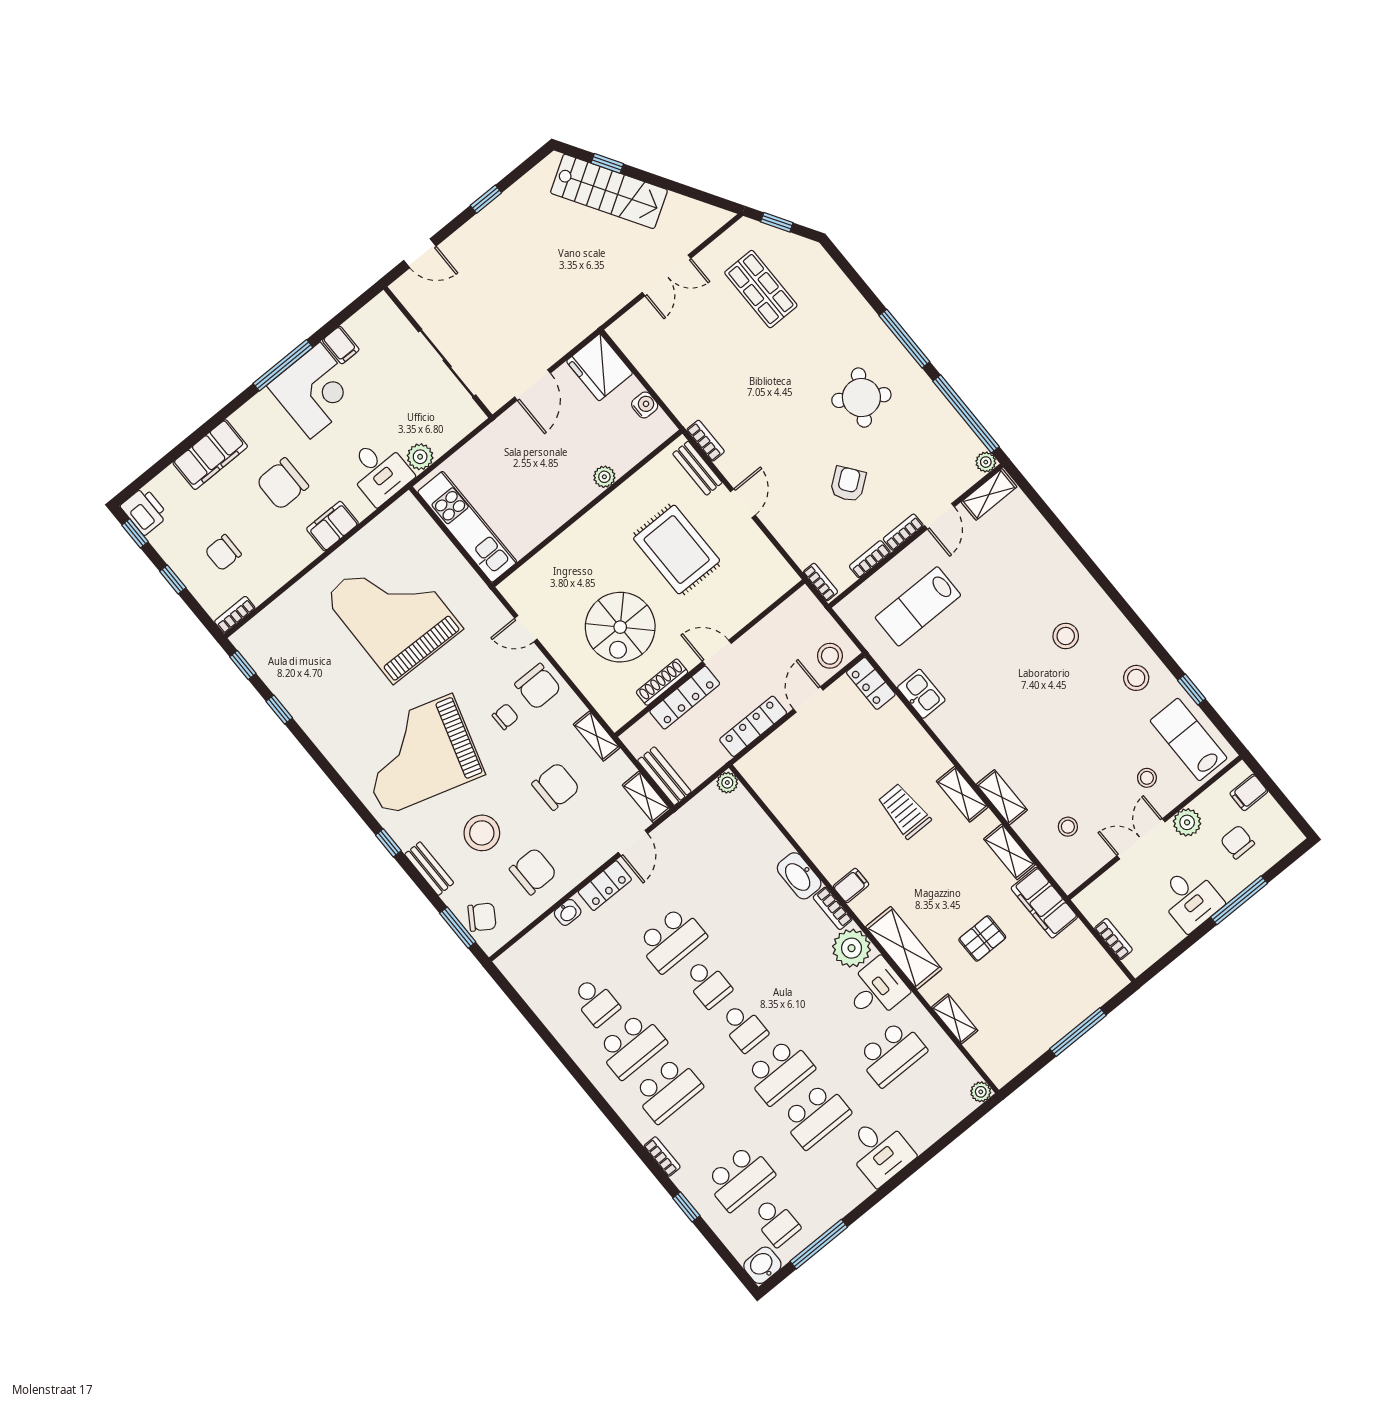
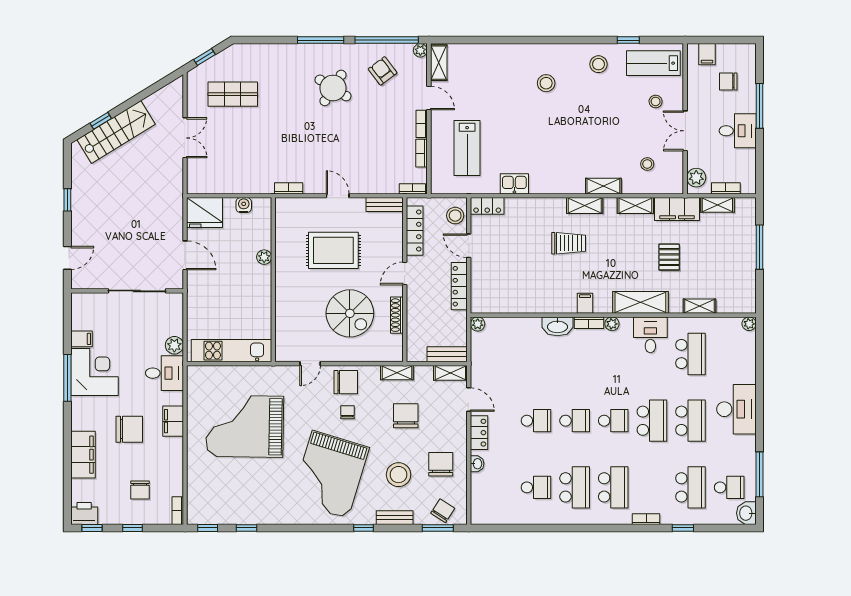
bench: (697, 468) -> (385, 205), moved
chair: (282, 484) -> (129, 429), turned -90
armchair: (848, 484) -> (383, 71), moved
locker: (685, 698) -> (415, 231), moved
trolley: (904, 811) -> (569, 243), turned 180
plant: (1187, 822) -> (696, 178), moved
school desk: (672, 939) -> (536, 421), width x0.54
shelving: (1087, 945) -> (717, 205), added
plant: (852, 948) -> (612, 324), width x0.53, depth x0.53
desk: (879, 1151) -> (736, 409), width x1.37

